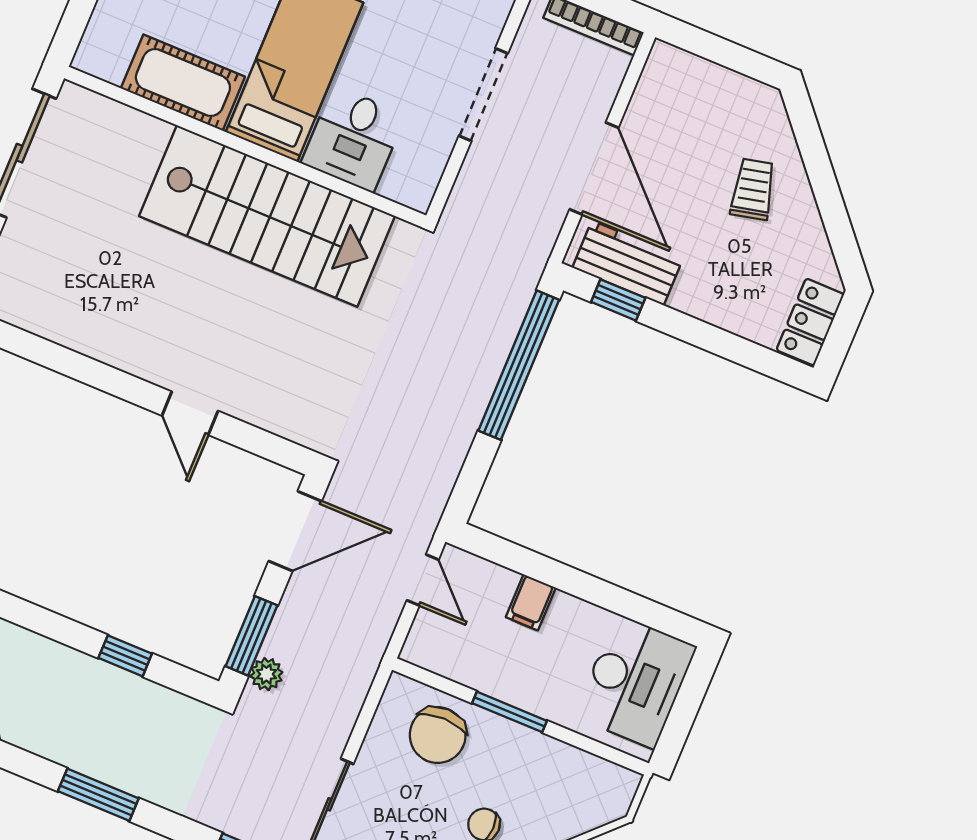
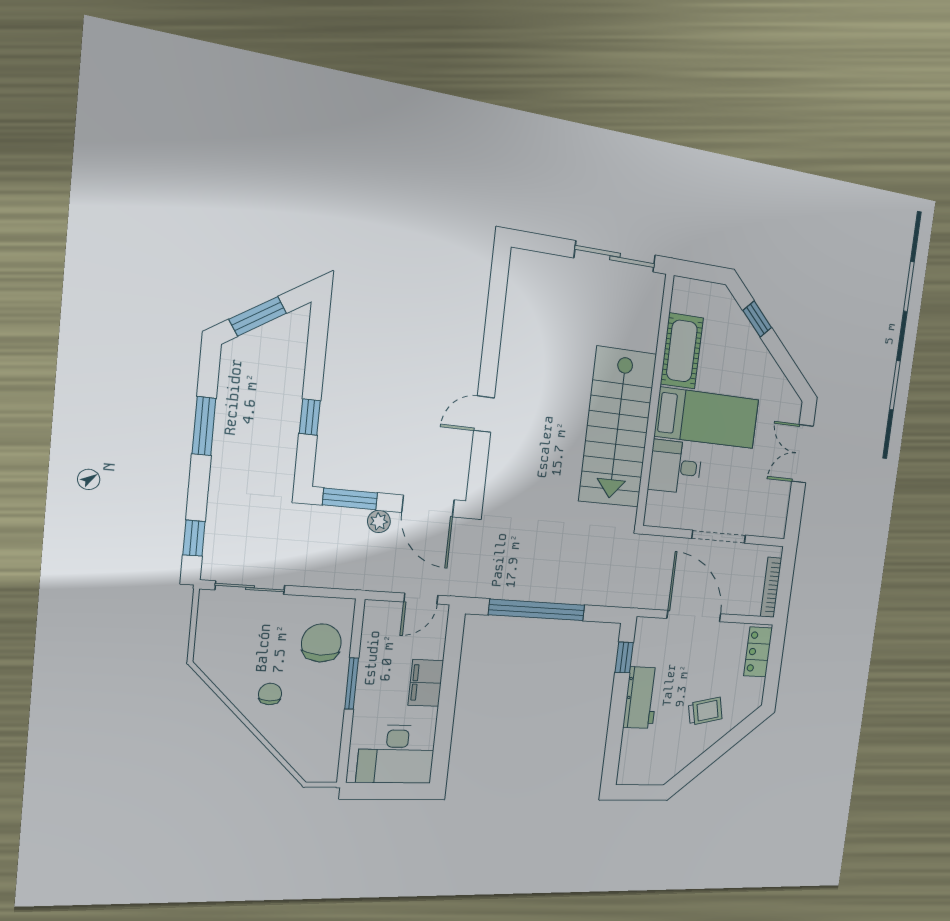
door: (594, 168) -> (694, 616), swing flipped
workbench: (628, 263) -> (641, 698), moved
locker: (810, 322) -> (758, 652), moved, turned -90
window: (519, 365) -> (537, 610), moved
filing cabinet: (531, 602) -> (426, 683), width x2.00
plant: (266, 674) -> (379, 521), moved
chair: (438, 735) -> (321, 643), turned 90

